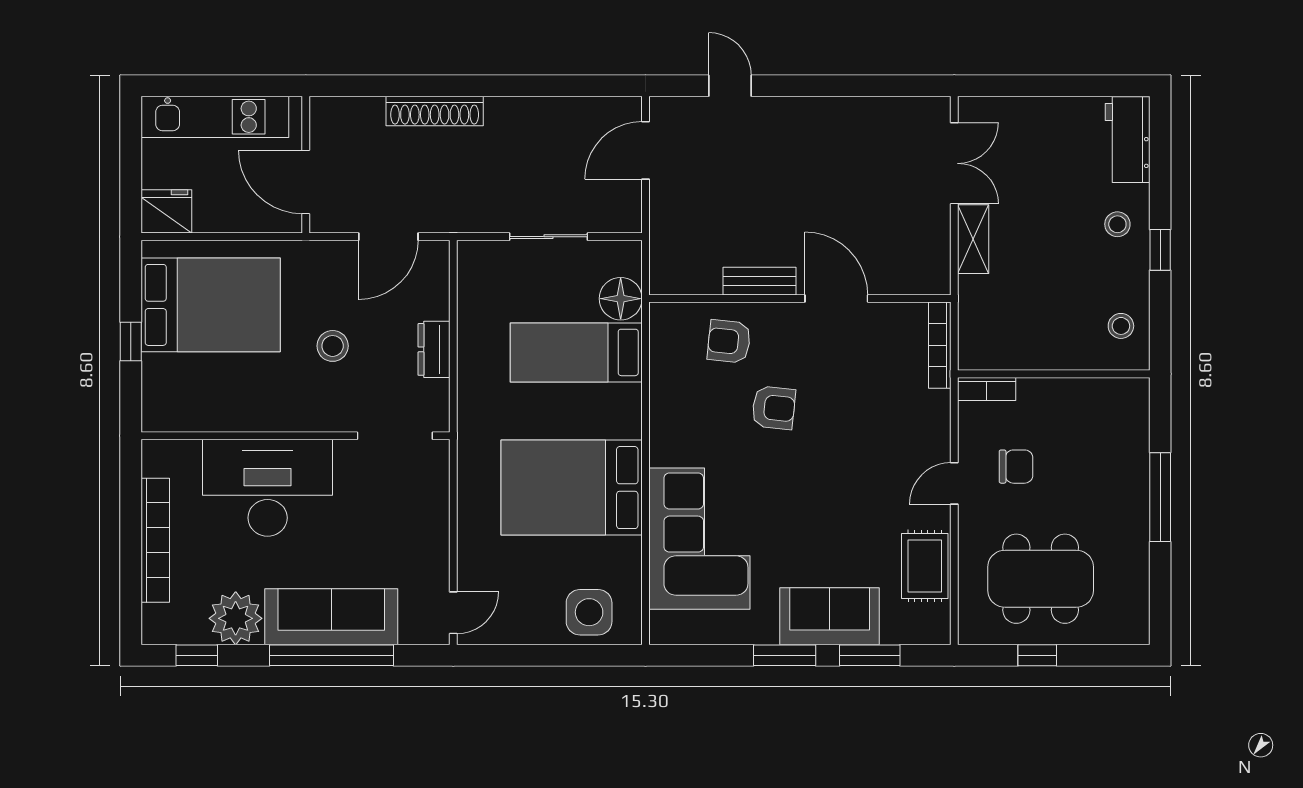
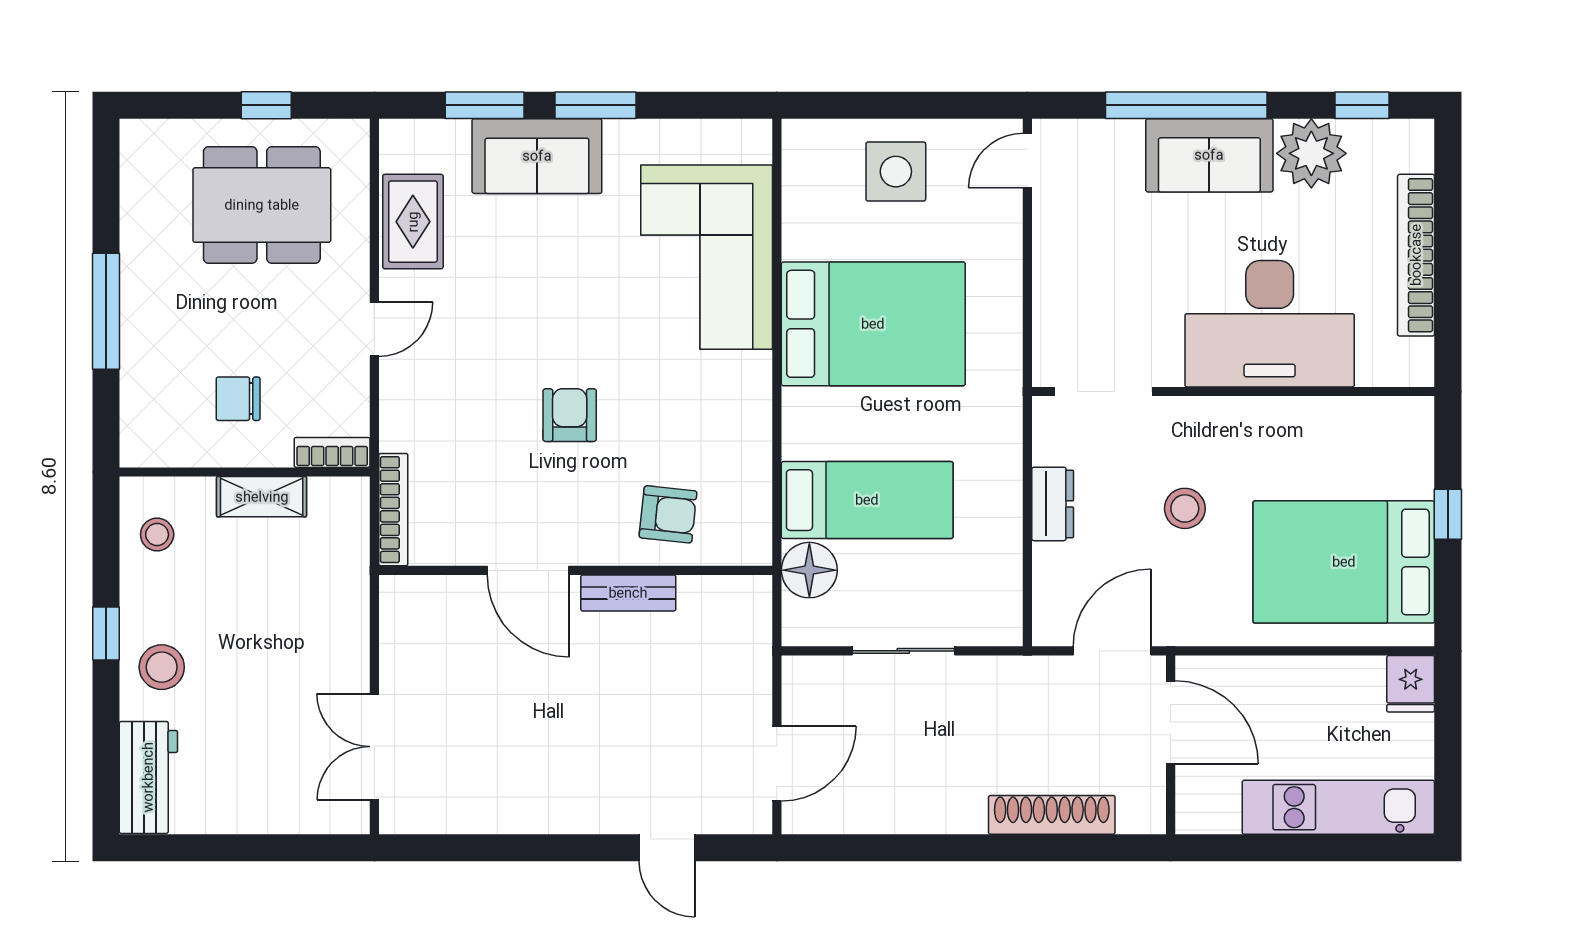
wall: (306, 165) -> (1171, 745), moved
door: (306, 182) -> (1171, 722), moved
fridge: (166, 211) -> (1411, 684), width x0.72
stool: (1117, 224) -> (162, 667), width x1.37, depth x1.37
shelving: (973, 239) -> (262, 497), moved, turned 90
armchair: (774, 408) -> (570, 415), moved, turned 84
chair: (1016, 467) -> (238, 399), moved
side table: (589, 612) -> (896, 172), moved
sofa: (331, 617) -> (1209, 155), width x0.73

